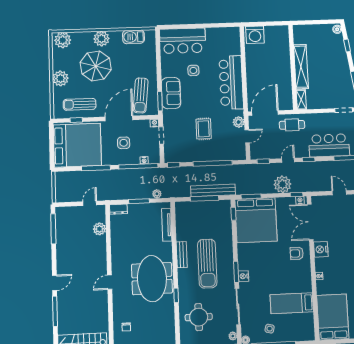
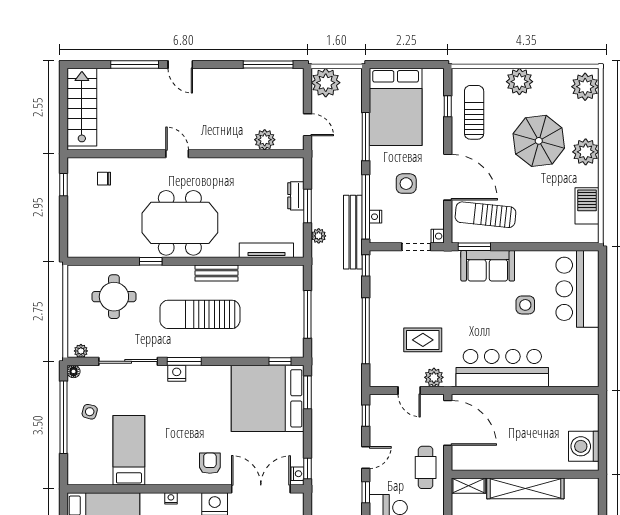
washing machine: (255, 35) -> (584, 446), moved
rug: (204, 129) -> (423, 340), moved
bed: (77, 145) -> (396, 107), width x0.73
door: (288, 160) -> (366, 458), hinge flipped
plant: (282, 184) -> (326, 83), moved
bench: (213, 190) -> (353, 232), moved
dresser: (118, 209) -> (296, 196), moved

